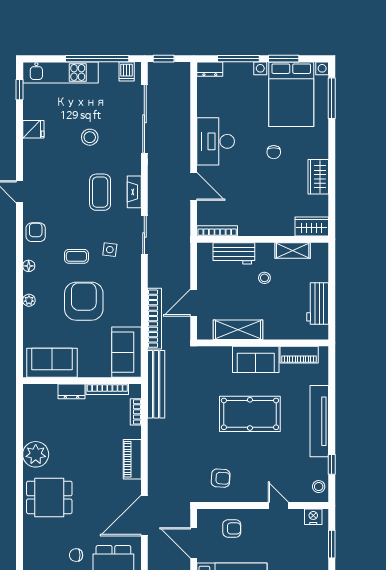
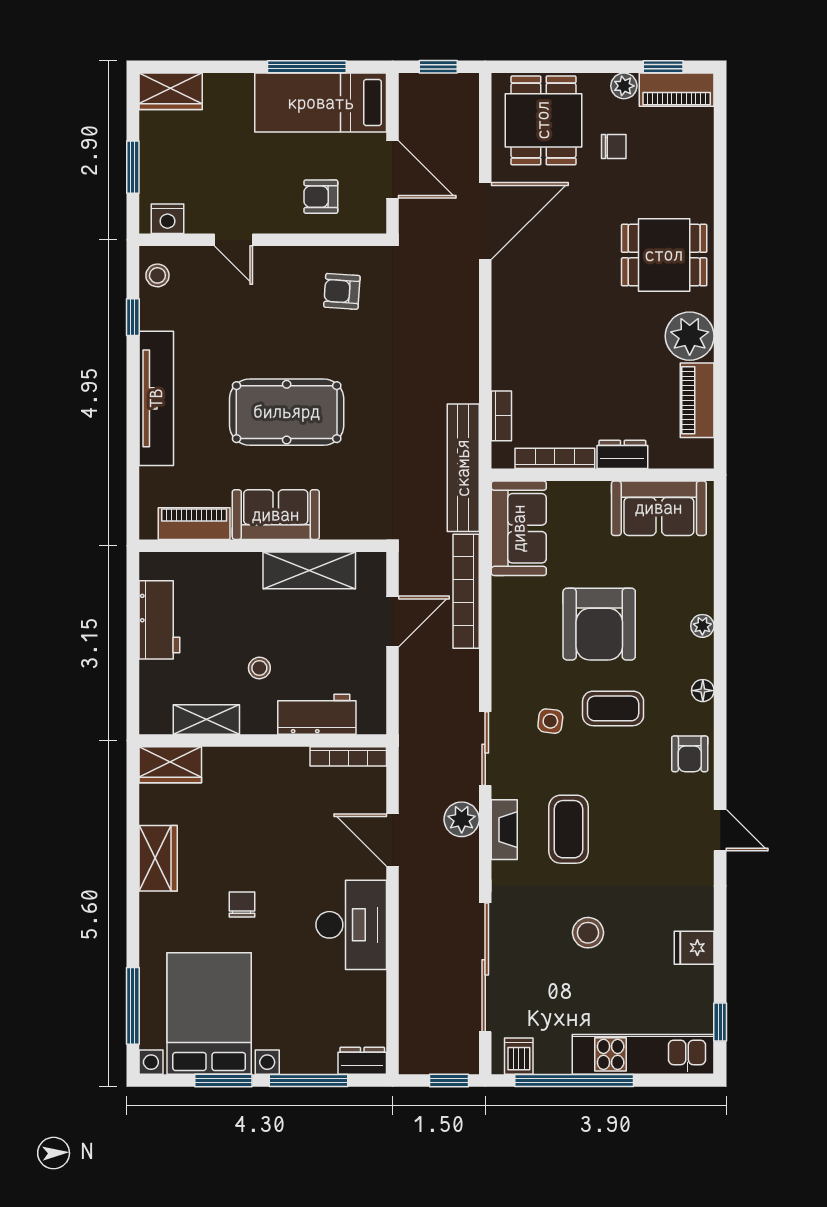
plant: (157, 197) -> (462, 819), added
coffee table: (76, 256) -> (613, 708), width x1.36, depth x1.30
piano: (132, 459) -> (697, 400), moved, turned 180

